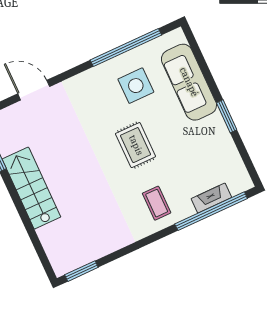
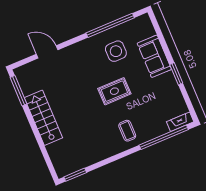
sofa: (189, 82) -> (154, 56), width x0.73
rug: (136, 145) -> (114, 91), turned 90
fireplace: (211, 198) -> (180, 122), moved

